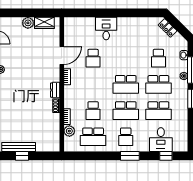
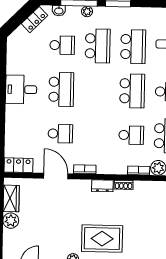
locker: (69, 28) -> (18, 165), added
locker: (168, 28) -> (35, 20), moved
desk: (106, 29) -> (21, 89), moved
school desk: (126, 84) -> (61, 89), moved
rug: (16, 91) -> (102, 239), added

